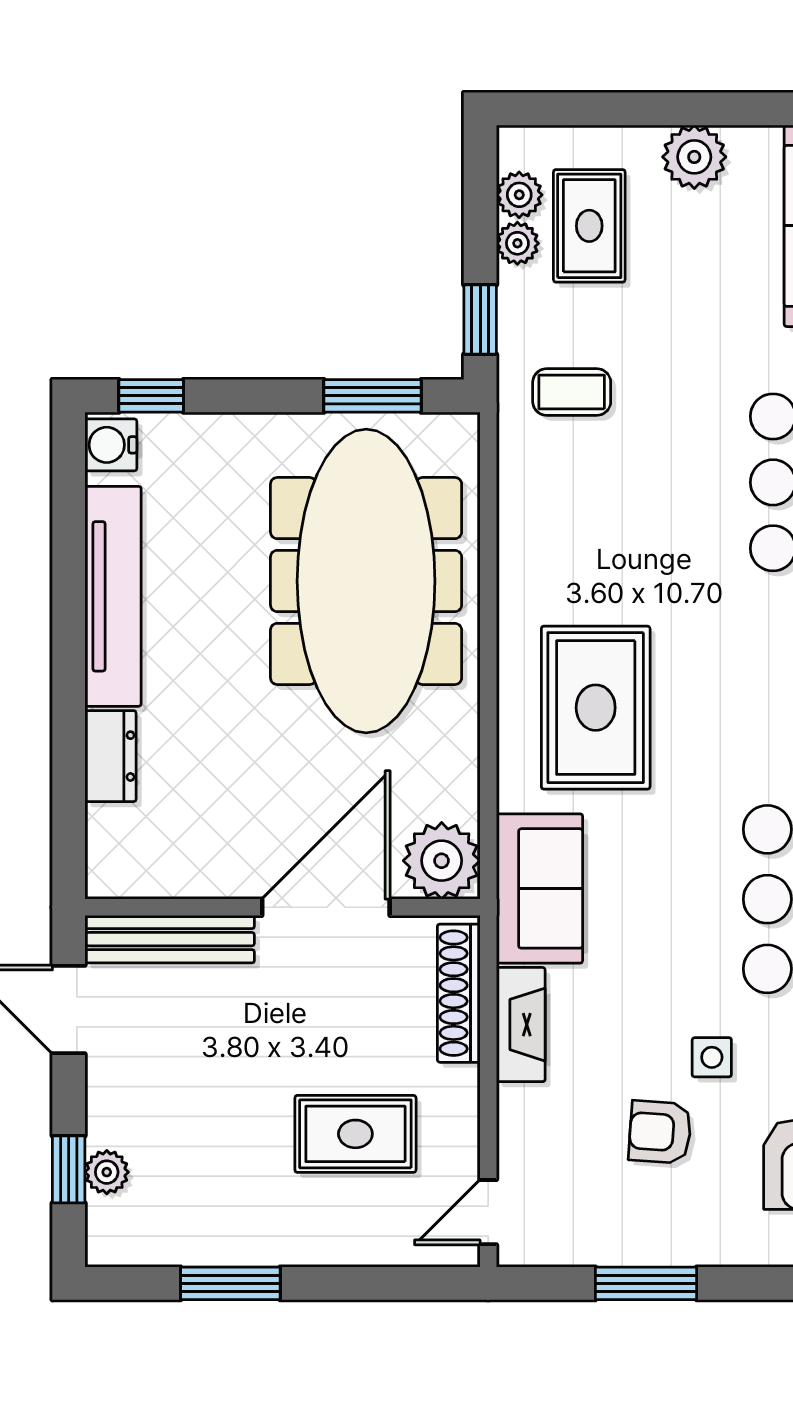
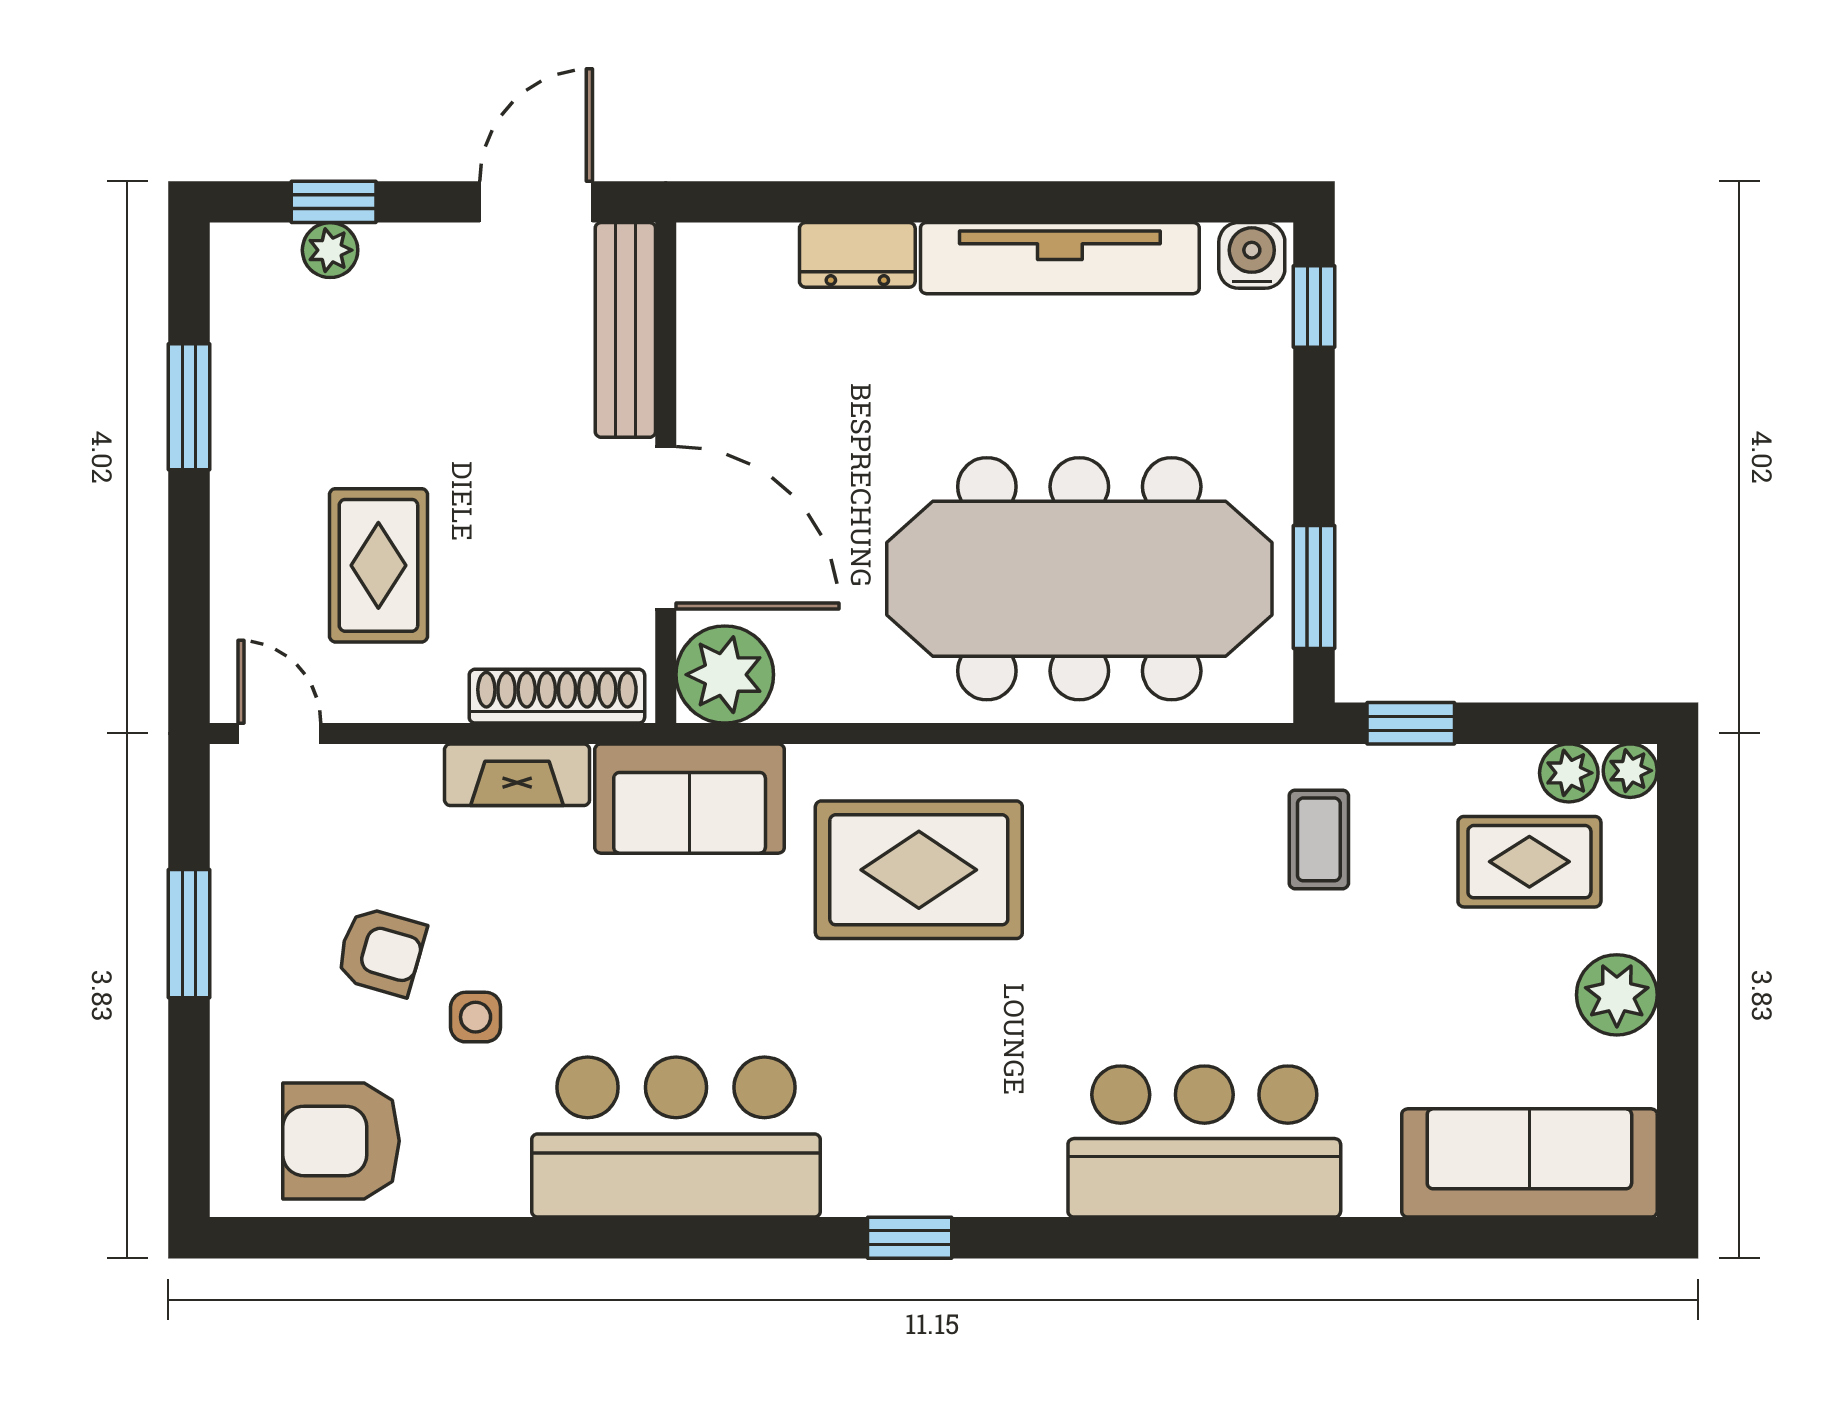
plant: (517, 243) -> (1630, 771), moved
armchair: (660, 1132) -> (381, 951), turned 102

